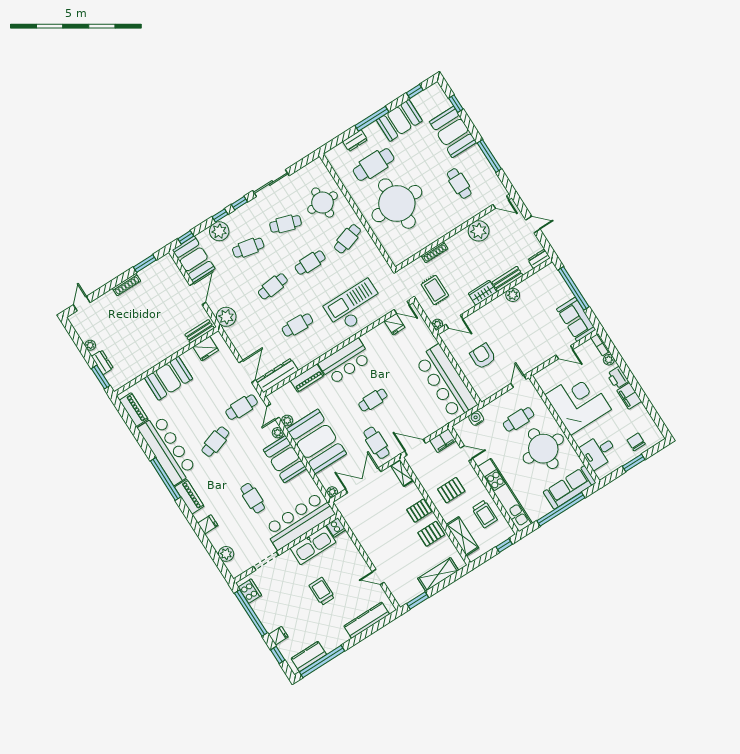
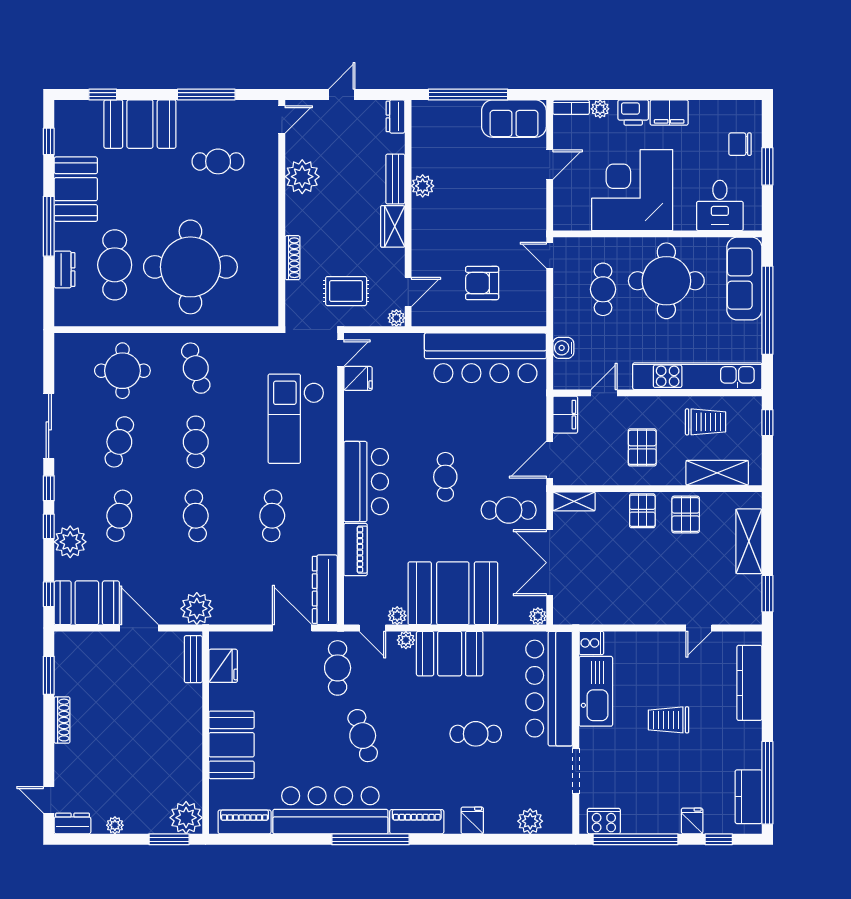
dresser: (102, 362) -> (72, 824), moved
plant: (117, 379) -> (186, 818), added

